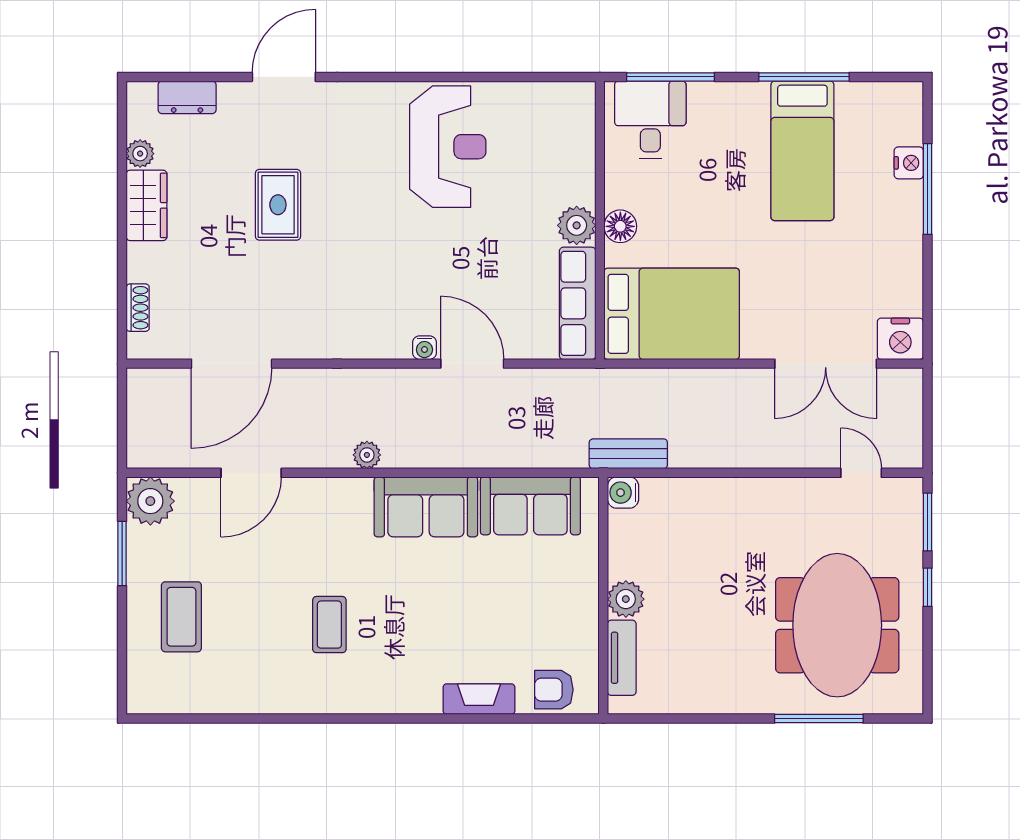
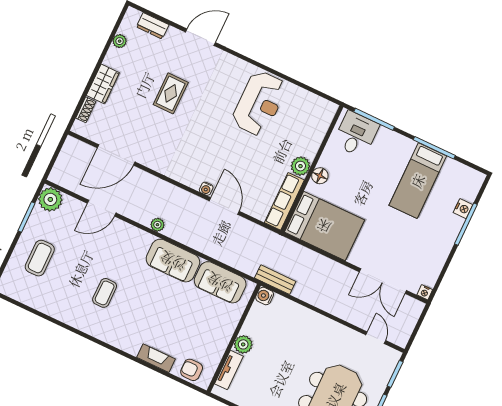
wardrobe: (147, 205) -> (103, 84), moved
nightstand: (900, 339) -> (425, 292), width x0.53, depth x0.56

